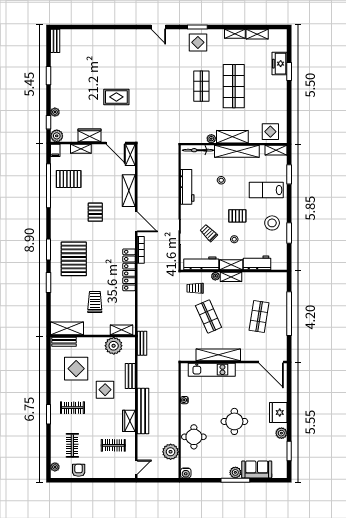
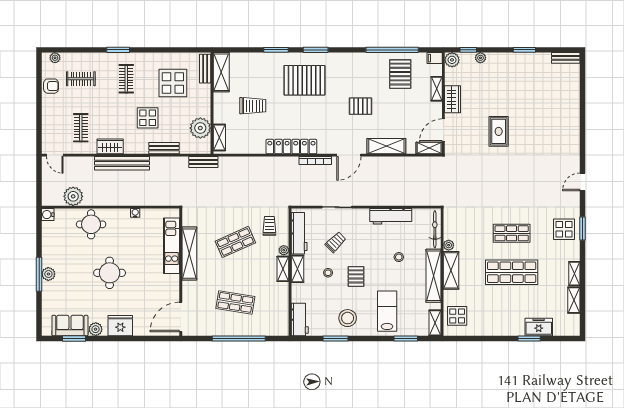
workbench: (257, 263) -> (300, 320), moved
sofa: (257, 469) -> (70, 326), moved, turned -90

